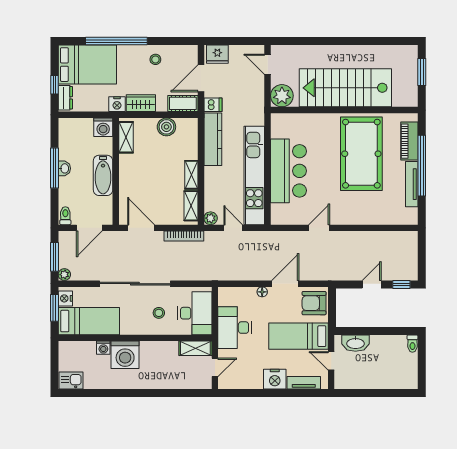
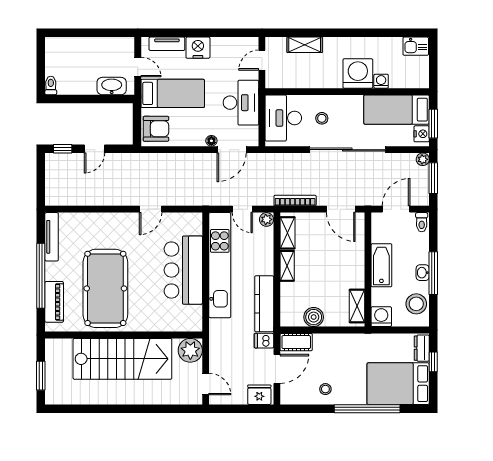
wardrobe: (141, 103) -> (341, 342), removed
nightstand: (117, 104) -> (366, 341), removed
stool: (70, 139) -> (416, 304), added
tv unit: (412, 184) -> (52, 237), moved
door: (285, 284) -> (232, 150), moved
shelving: (195, 348) -> (305, 45), moved

